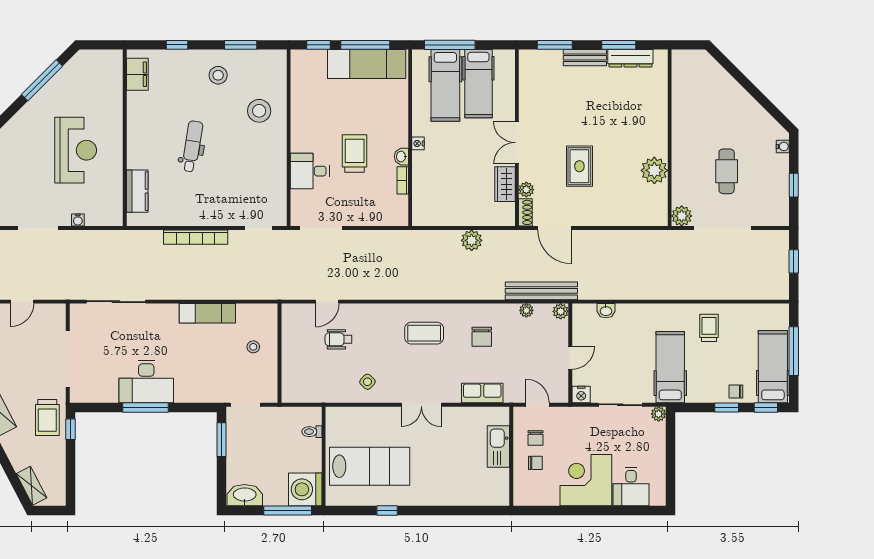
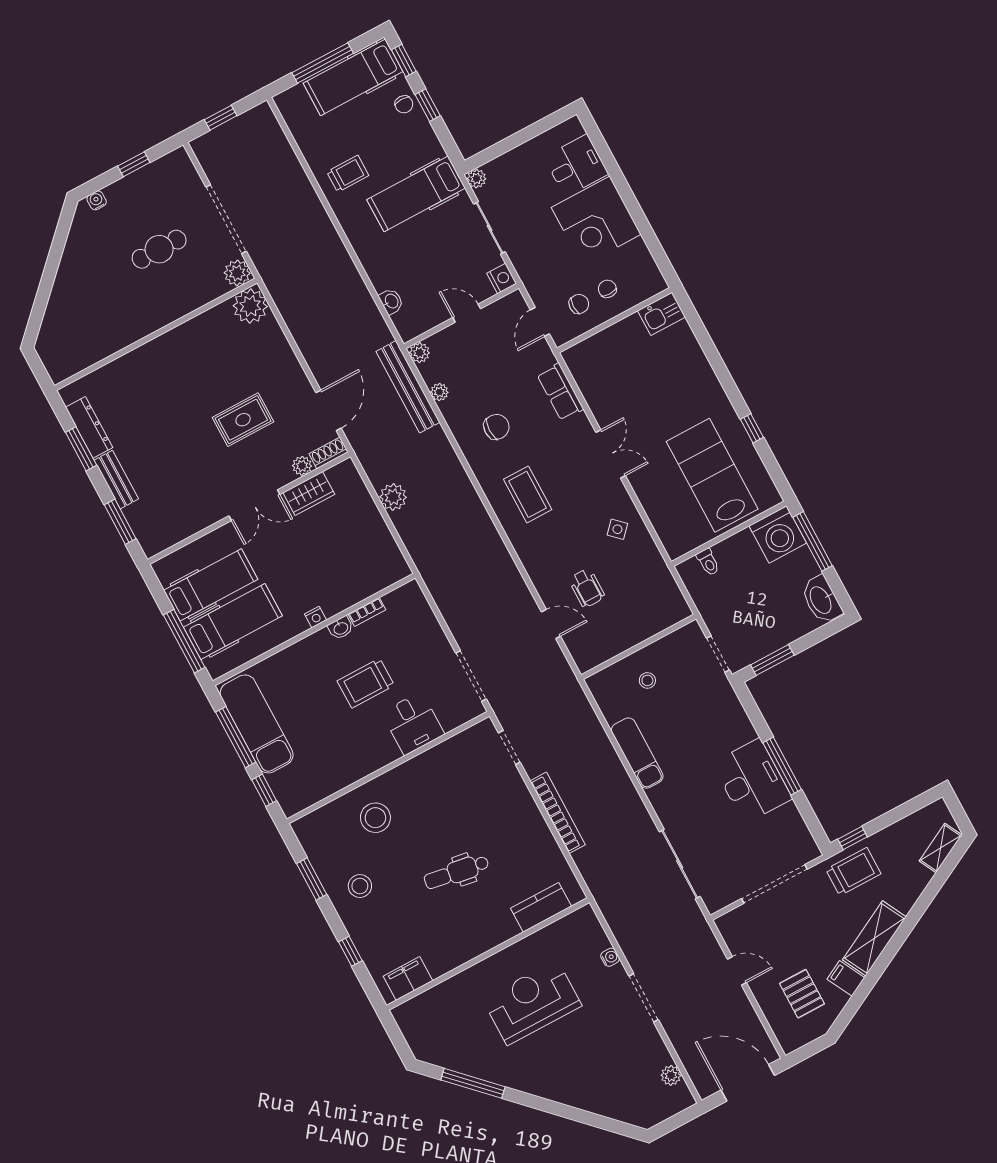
plant: (654, 170) -> (250, 306), moved
trolley: (709, 328) -> (348, 174), turned 180
kitchen sink: (498, 446) -> (661, 314), moved, width x0.73

